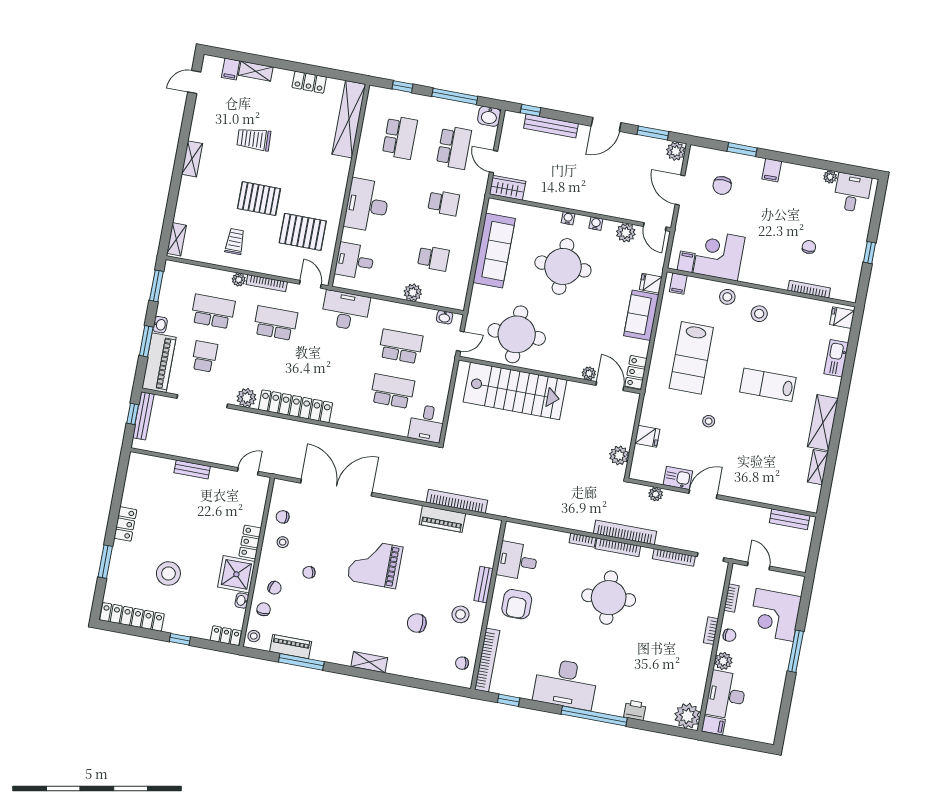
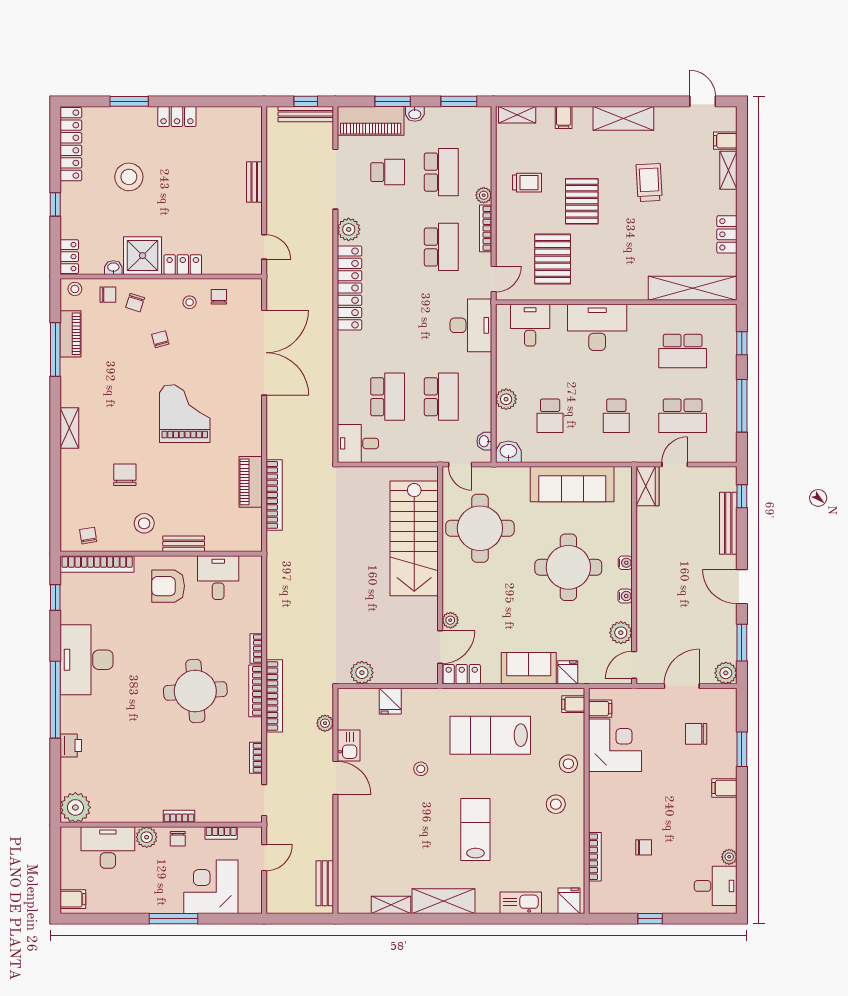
washbasin: (489, 116) -> (508, 452), moved, turned 90
shelving: (192, 159) -> (623, 118), width x1.50, depth x1.33
filing cabinet: (186, 201) -> (564, 117), added
bookcase: (674, 557) -> (256, 758), width x0.64
filing cabinet: (713, 725) -> (73, 899), moved, turned -90

